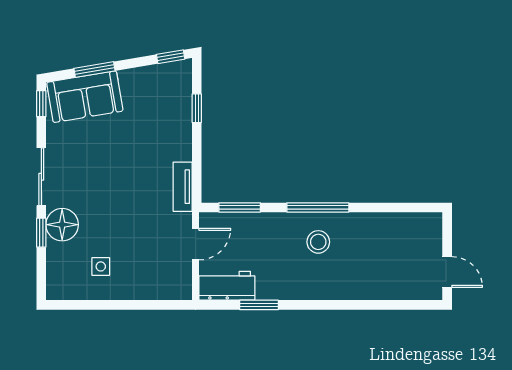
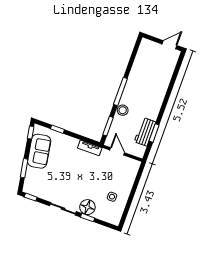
sofa: (85, 97) -> (39, 151), moved
stool: (318, 242) -> (123, 110), moved
workbench: (227, 286) -> (145, 132), moved

